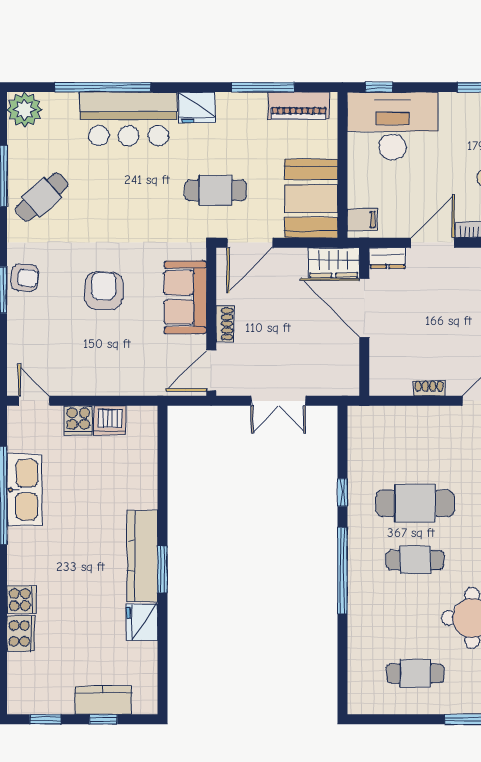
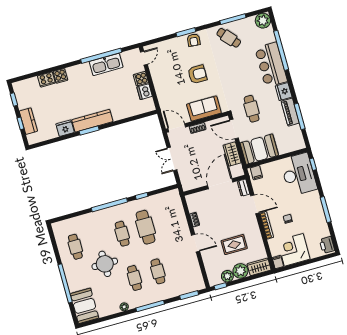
piano: (299, 106) -> (290, 112), moved
wardrobe: (334, 263) -> (232, 154), moved

